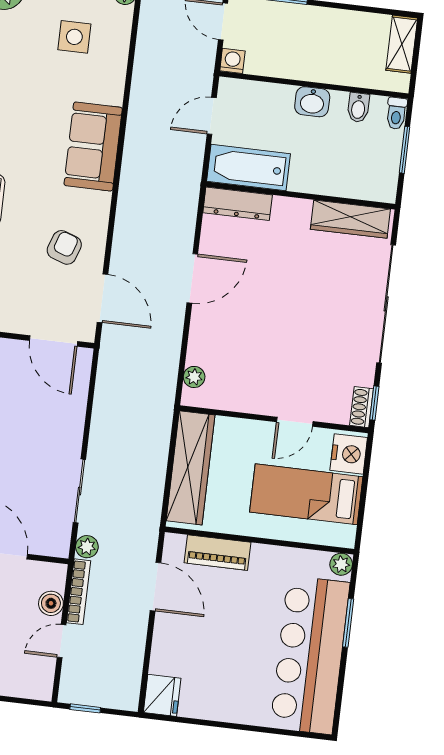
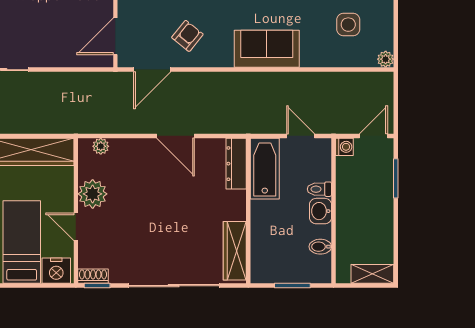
toilet: (396, 113) -> (319, 189), moved
armchair: (64, 247) -> (187, 36), turned -70
plant: (255, 395) -> (93, 194), added

